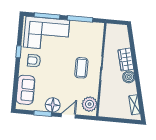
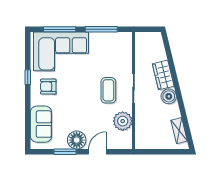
plant: (90, 104) -> (123, 121), moved

